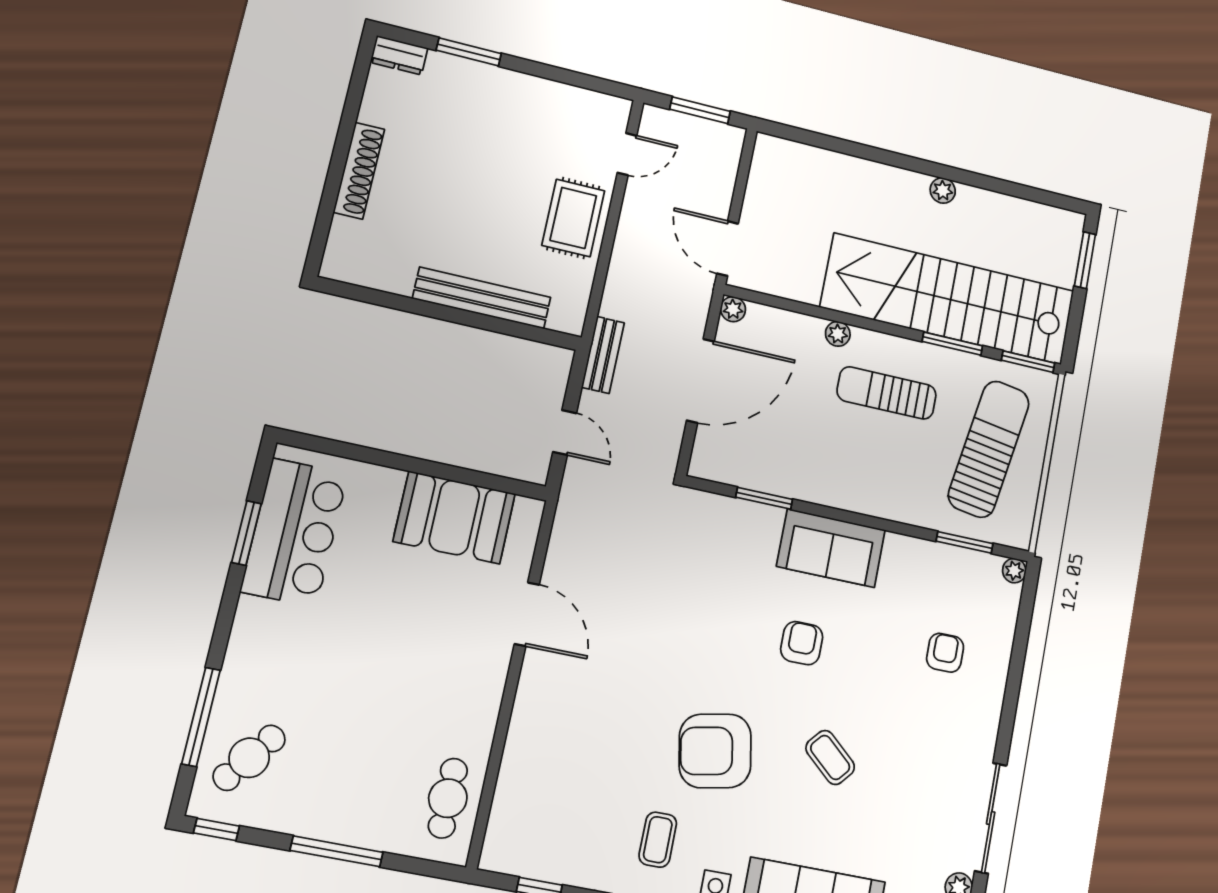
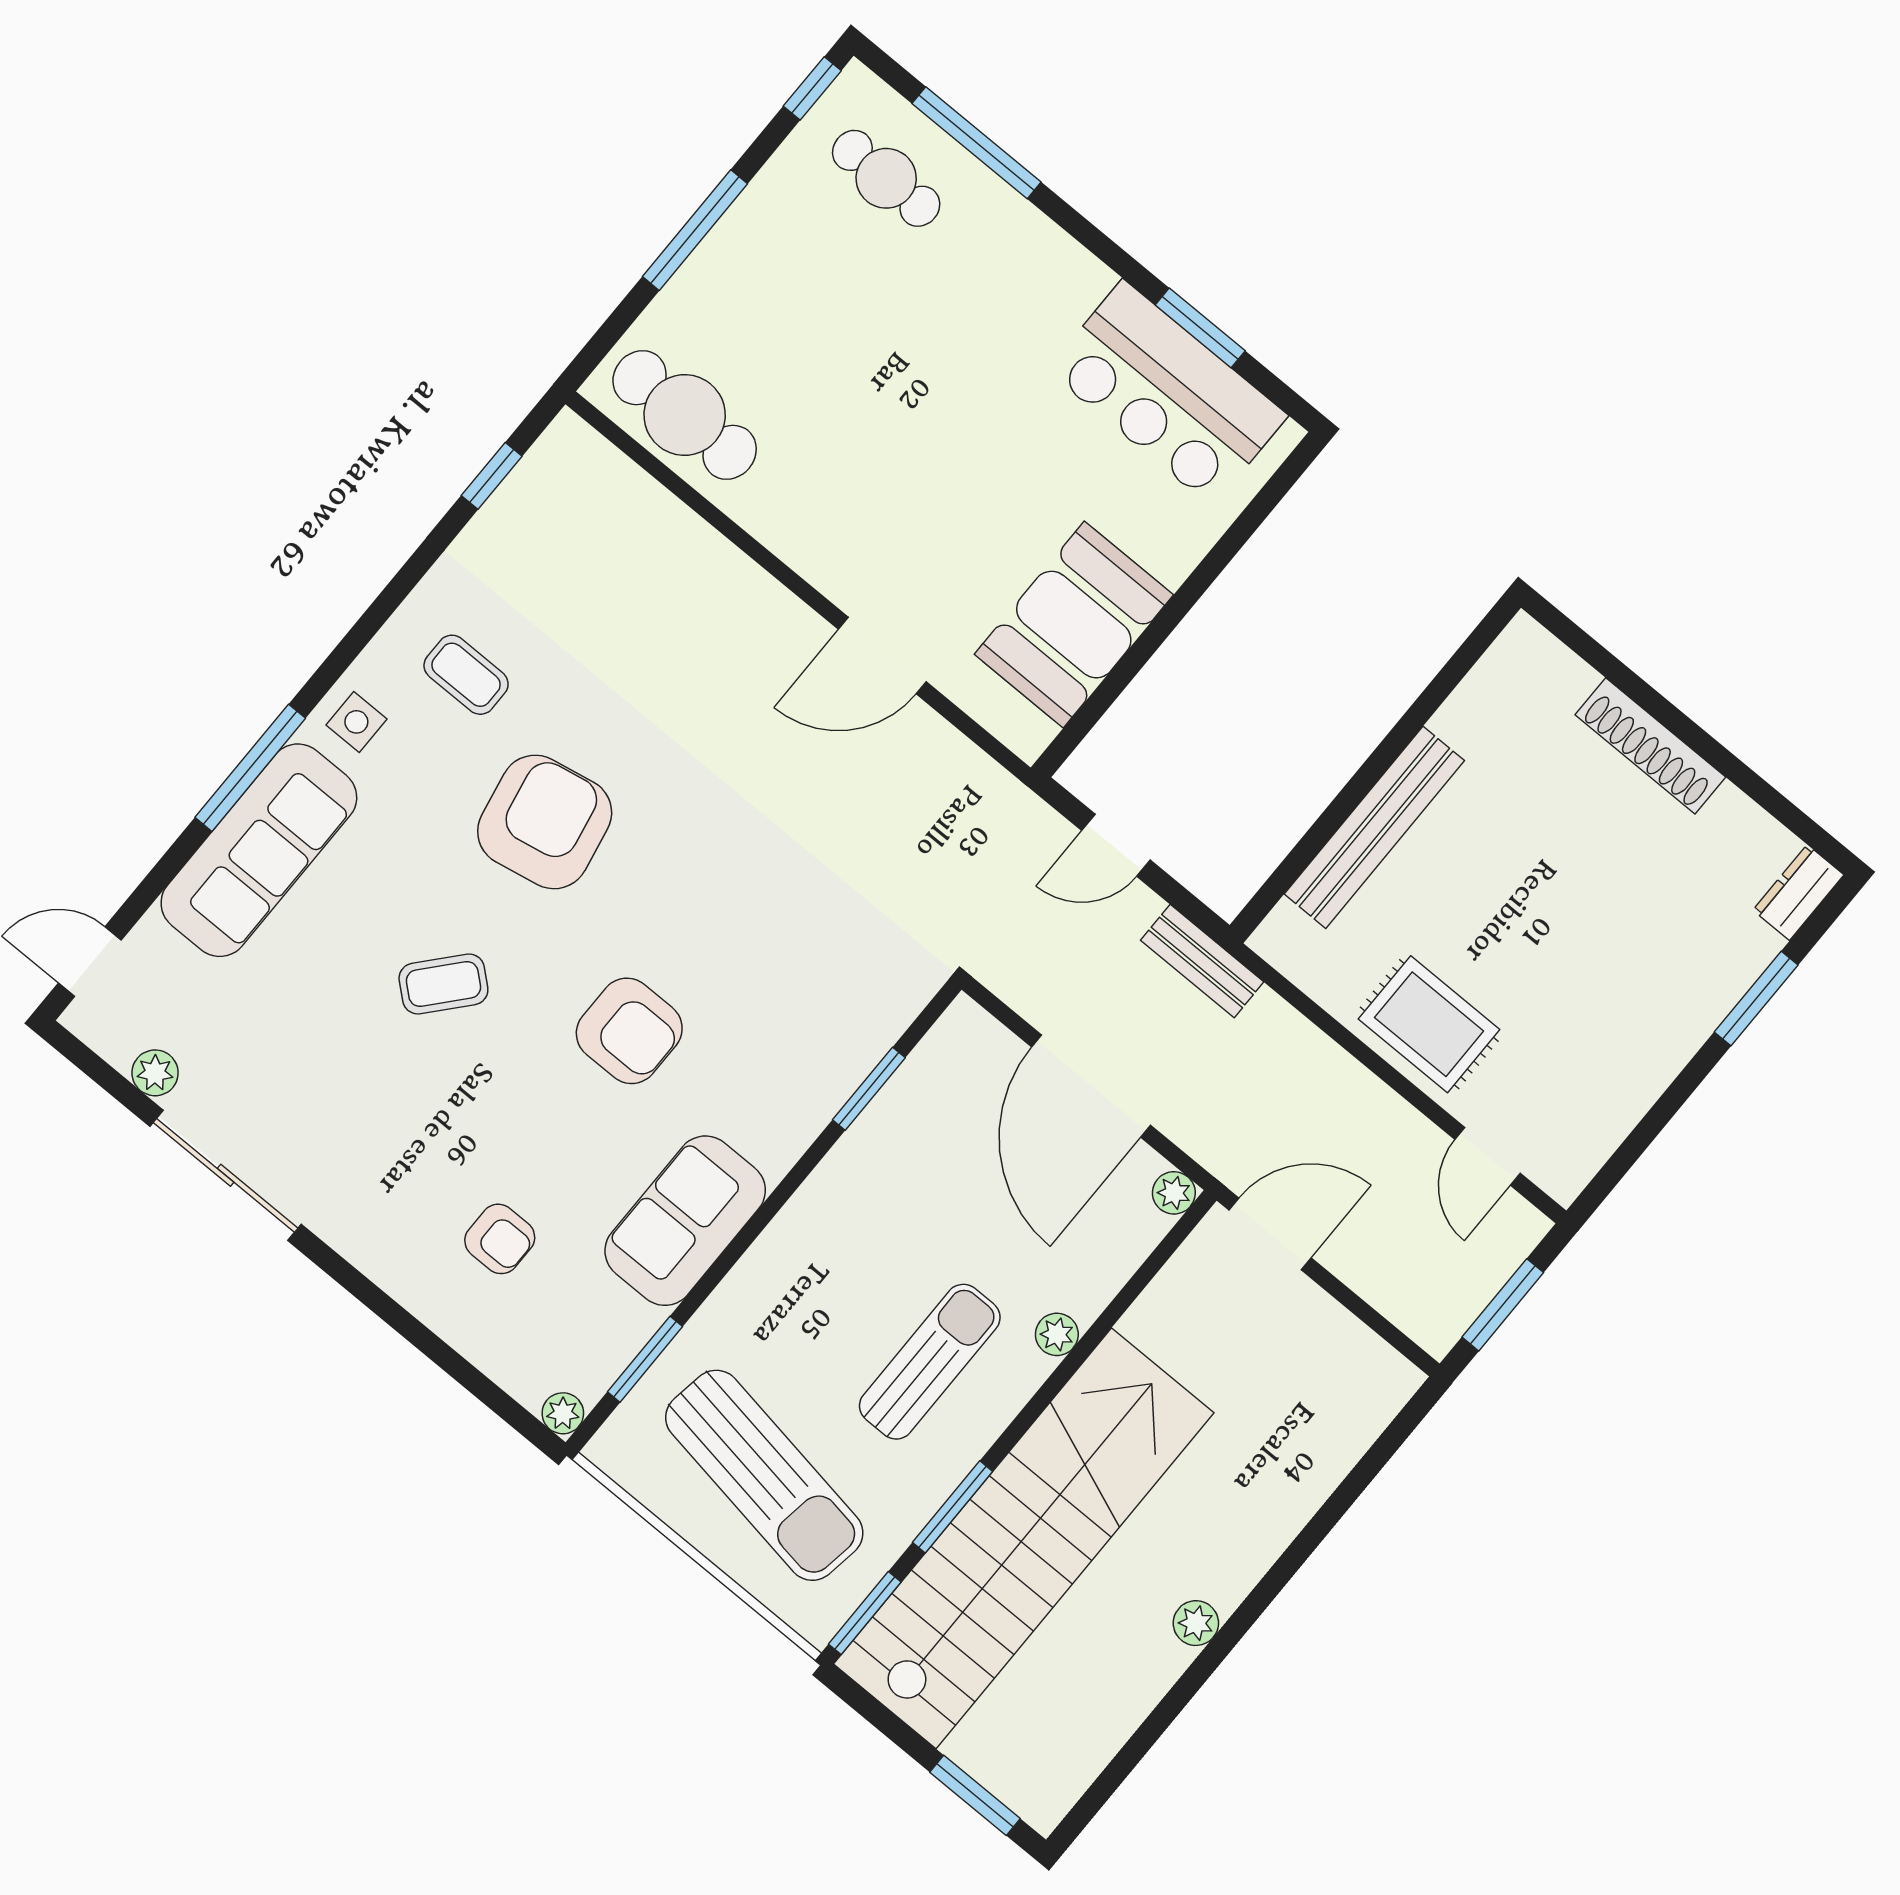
sofa: (831, 548) -> (685, 1221), moved
armchair: (802, 643) -> (629, 1031), width x1.38, depth x1.38
cafe table: (249, 758) -> (886, 178), turned -37
cafe table: (448, 798) -> (685, 415), width x1.37, depth x1.35

